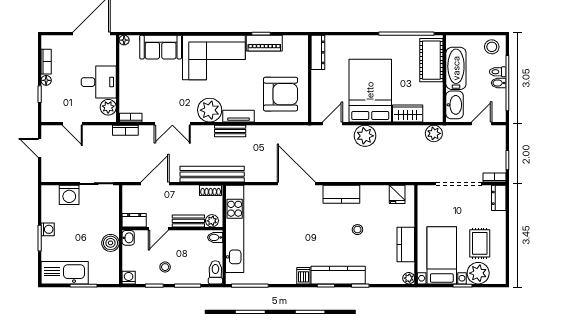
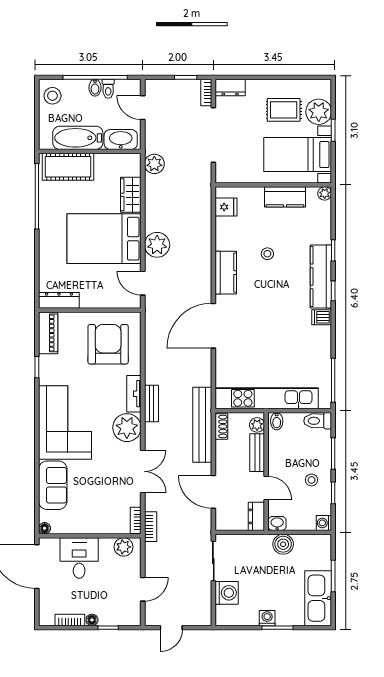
piano: (264, 43) -> (48, 333), moved
toilet: (498, 72) -> (108, 89), moved
desk: (99, 82) -> (79, 558), moved

